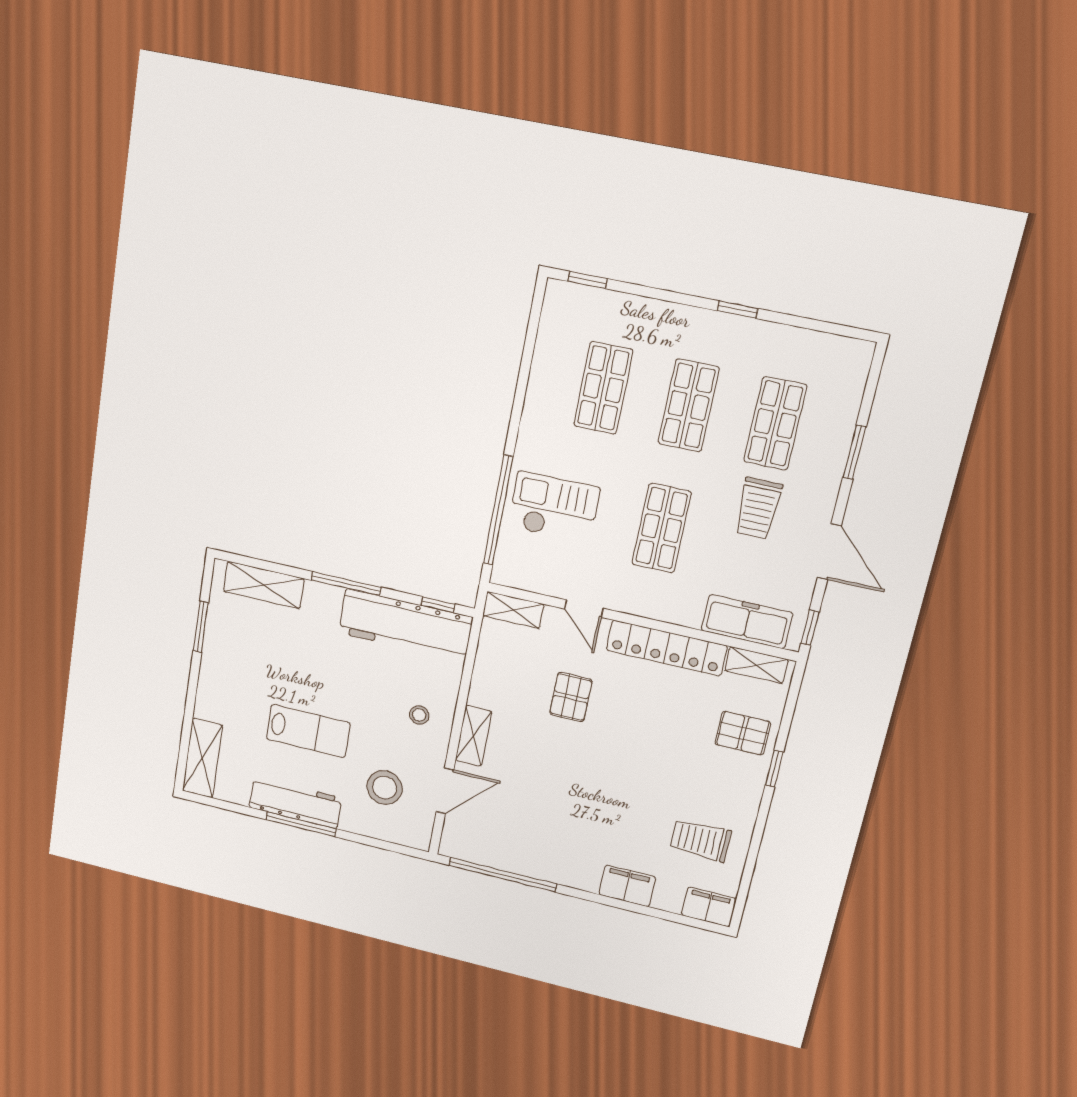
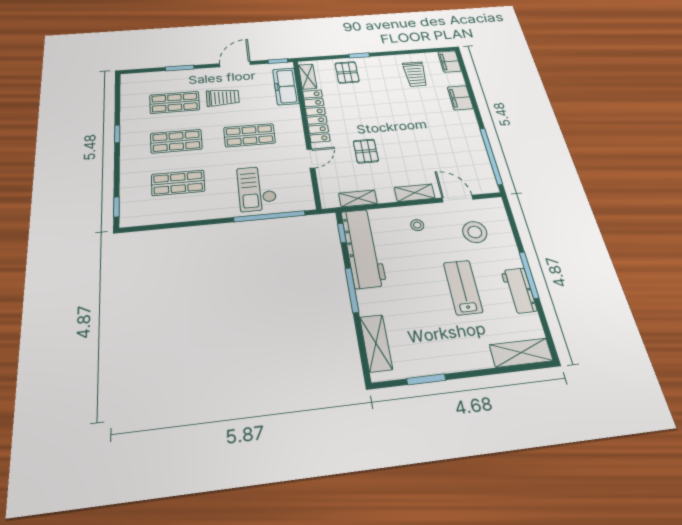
shelving: (513, 610) -> (358, 198), moved, turned 90
pallet: (571, 697) -> (366, 151), turned 90
workbench: (295, 803) -> (519, 291), width x0.73

